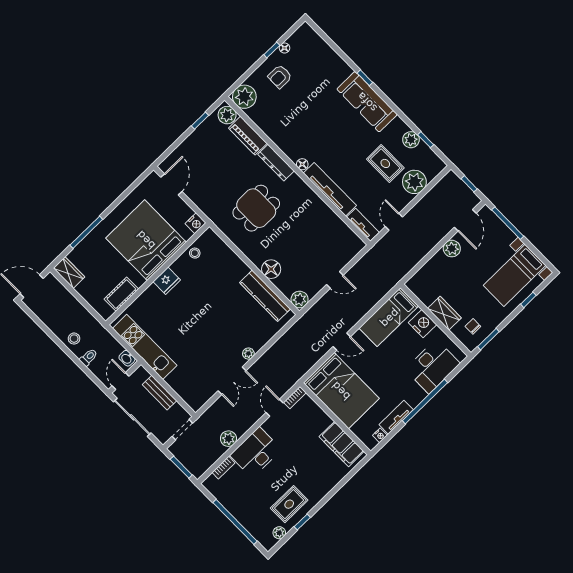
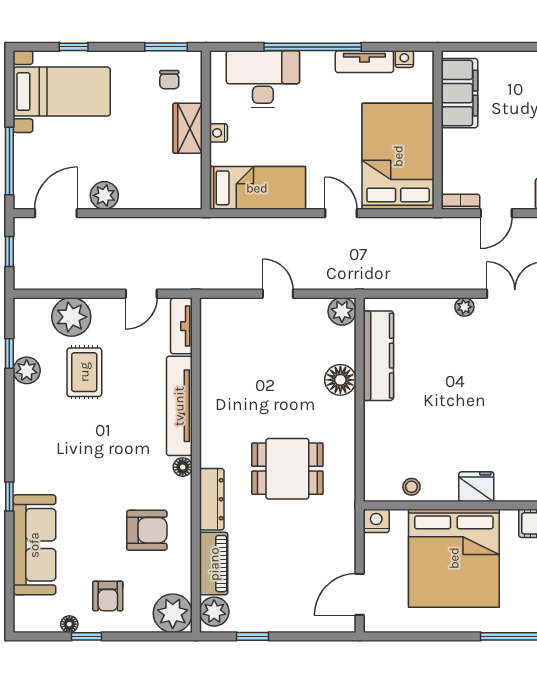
armchair: (280, 77) -> (108, 596), turned 90
sofa: (367, 102) -> (34, 545), moved
armchair: (291, 122) -> (147, 530), added
nightstand: (422, 324) -> (218, 133), width x0.53, depth x0.56

